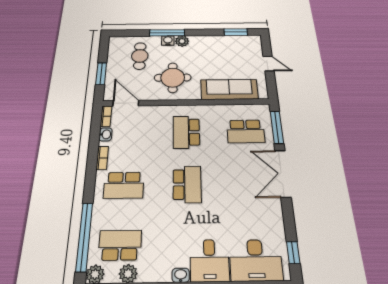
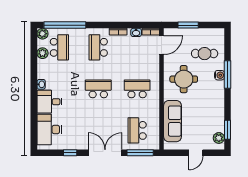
plant: (182, 41) -> (219, 138), moved
school desk: (187, 184) -> (98, 89), turned 180
window: (293, 252) -> (70, 153), moved

